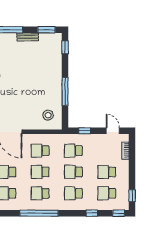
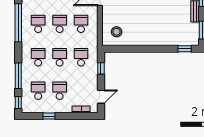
window: (65, 91) -> (140, 49), removed
window: (132, 196) -> (49, 116), moved
window: (92, 213) -> (18, 76), width x2.17

